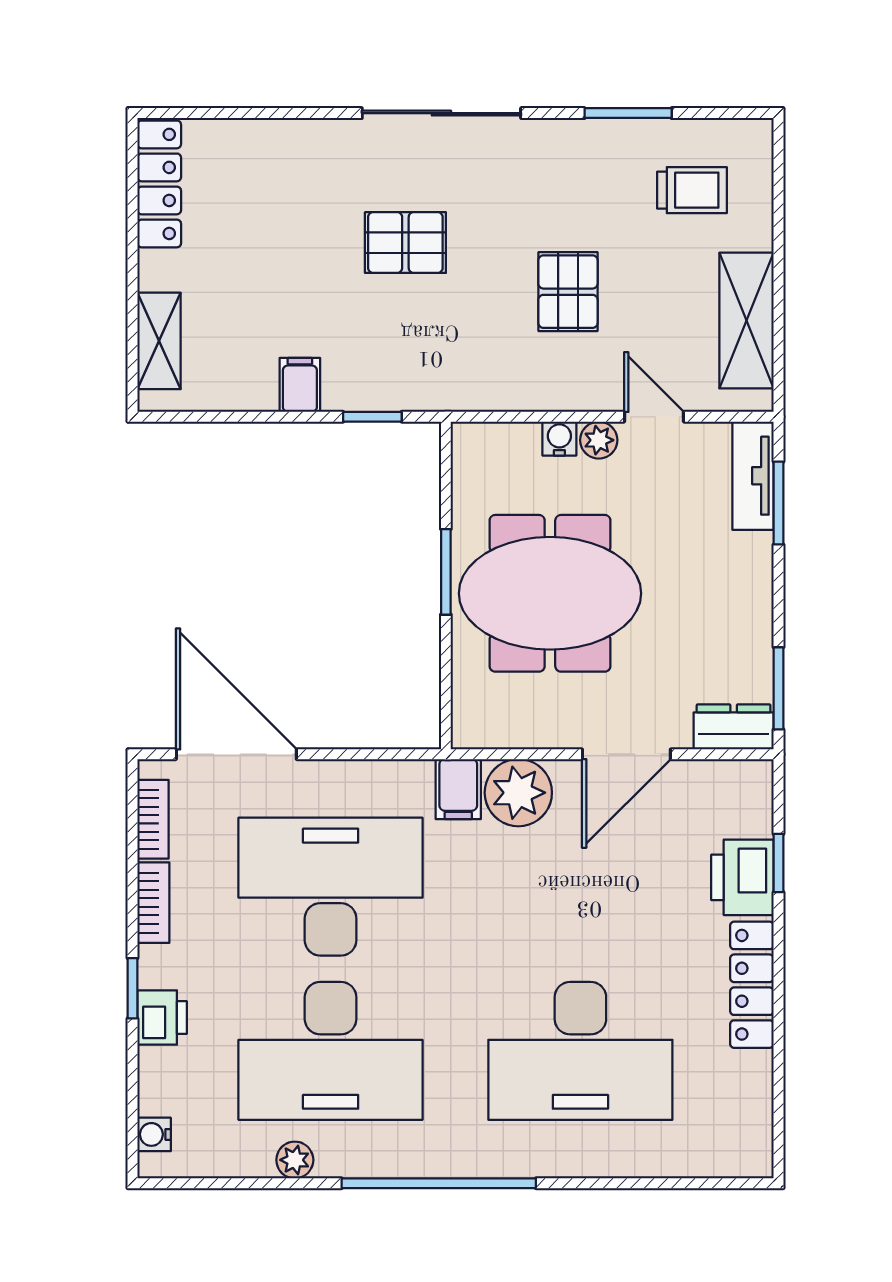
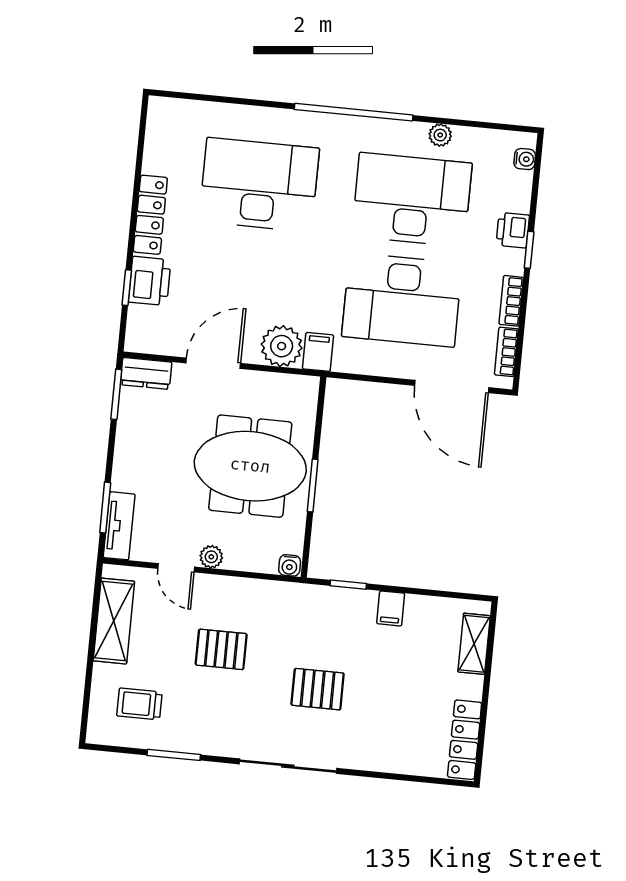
pallet: (568, 292) -> (221, 649), turned 90
water cooler: (559, 439) -> (290, 565), moved

